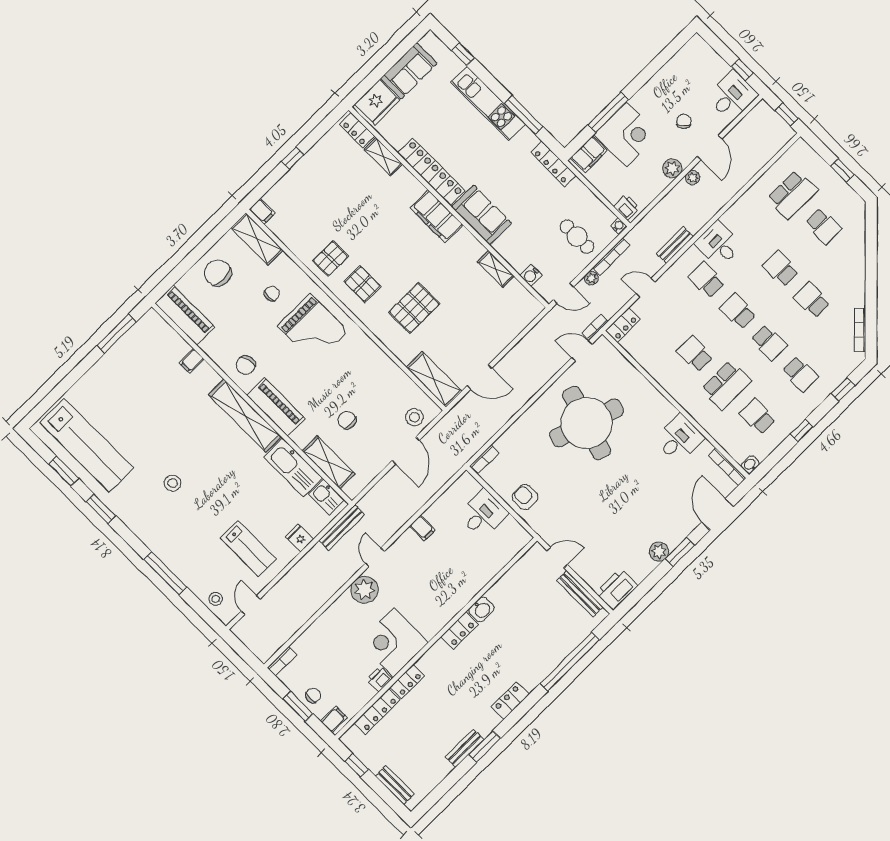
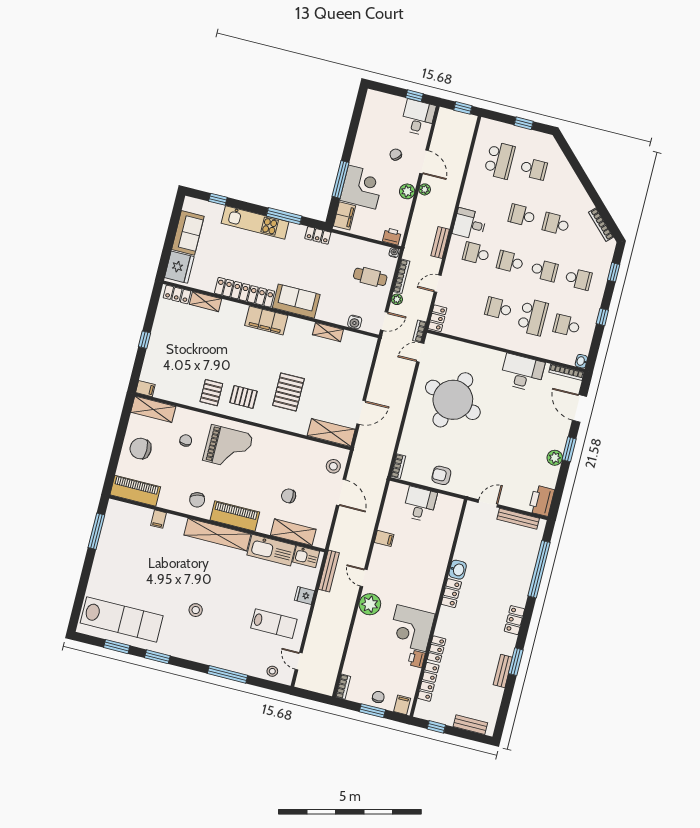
locker: (553, 164) -> (318, 235), width x0.66
desk: (679, 439) -> (522, 373), width x1.37

